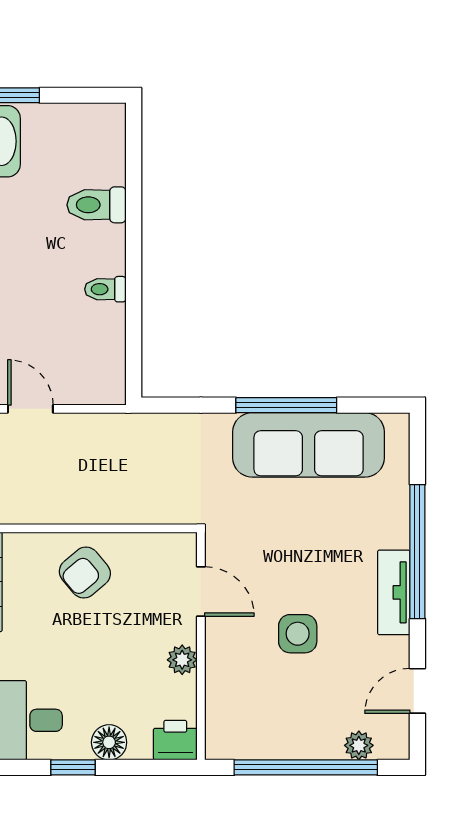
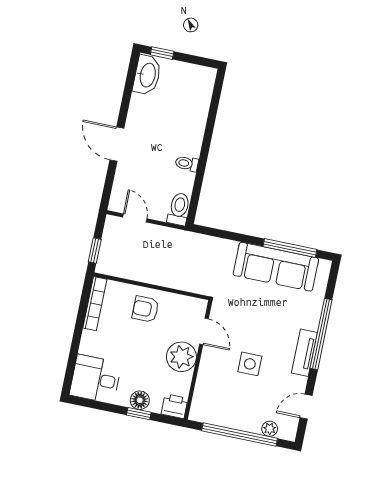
toilet: (97, 205) -> (179, 209), moved, turned 90
window: (286, 405) -> (290, 248), moved
armchair: (85, 572) -> (146, 309), turned 40
plant: (182, 660) -> (181, 357), width x1.88, depth x1.88
window: (73, 767) -> (139, 414), moved

